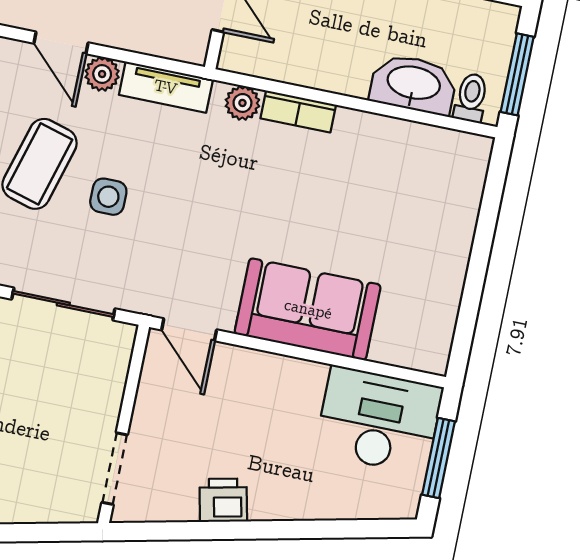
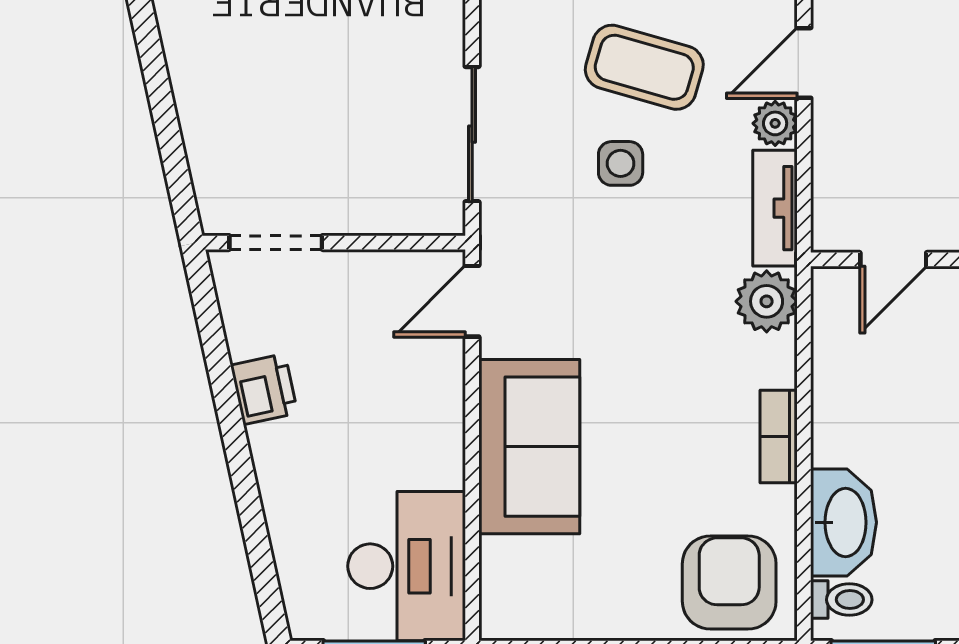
plant: (242, 103) -> (767, 301), width x1.38, depth x1.38
bookcase: (298, 111) -> (779, 437), moved
armchair: (441, 180) -> (729, 582), added

